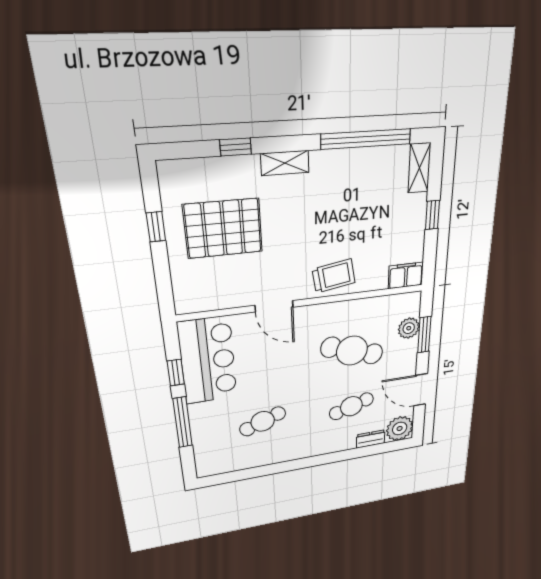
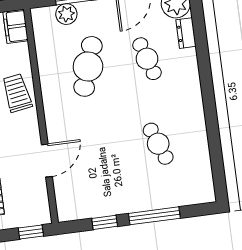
window: (165, 291) -> (31, 232), added
door: (274, 306) -> (47, 161), moved
bar counter: (208, 361) -> (94, 196), removed

